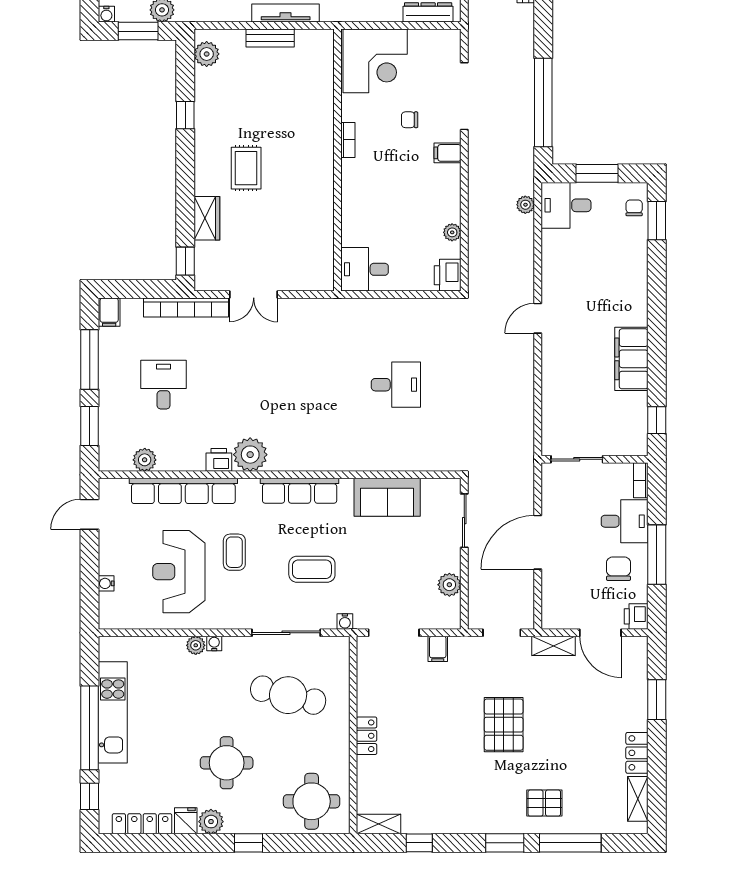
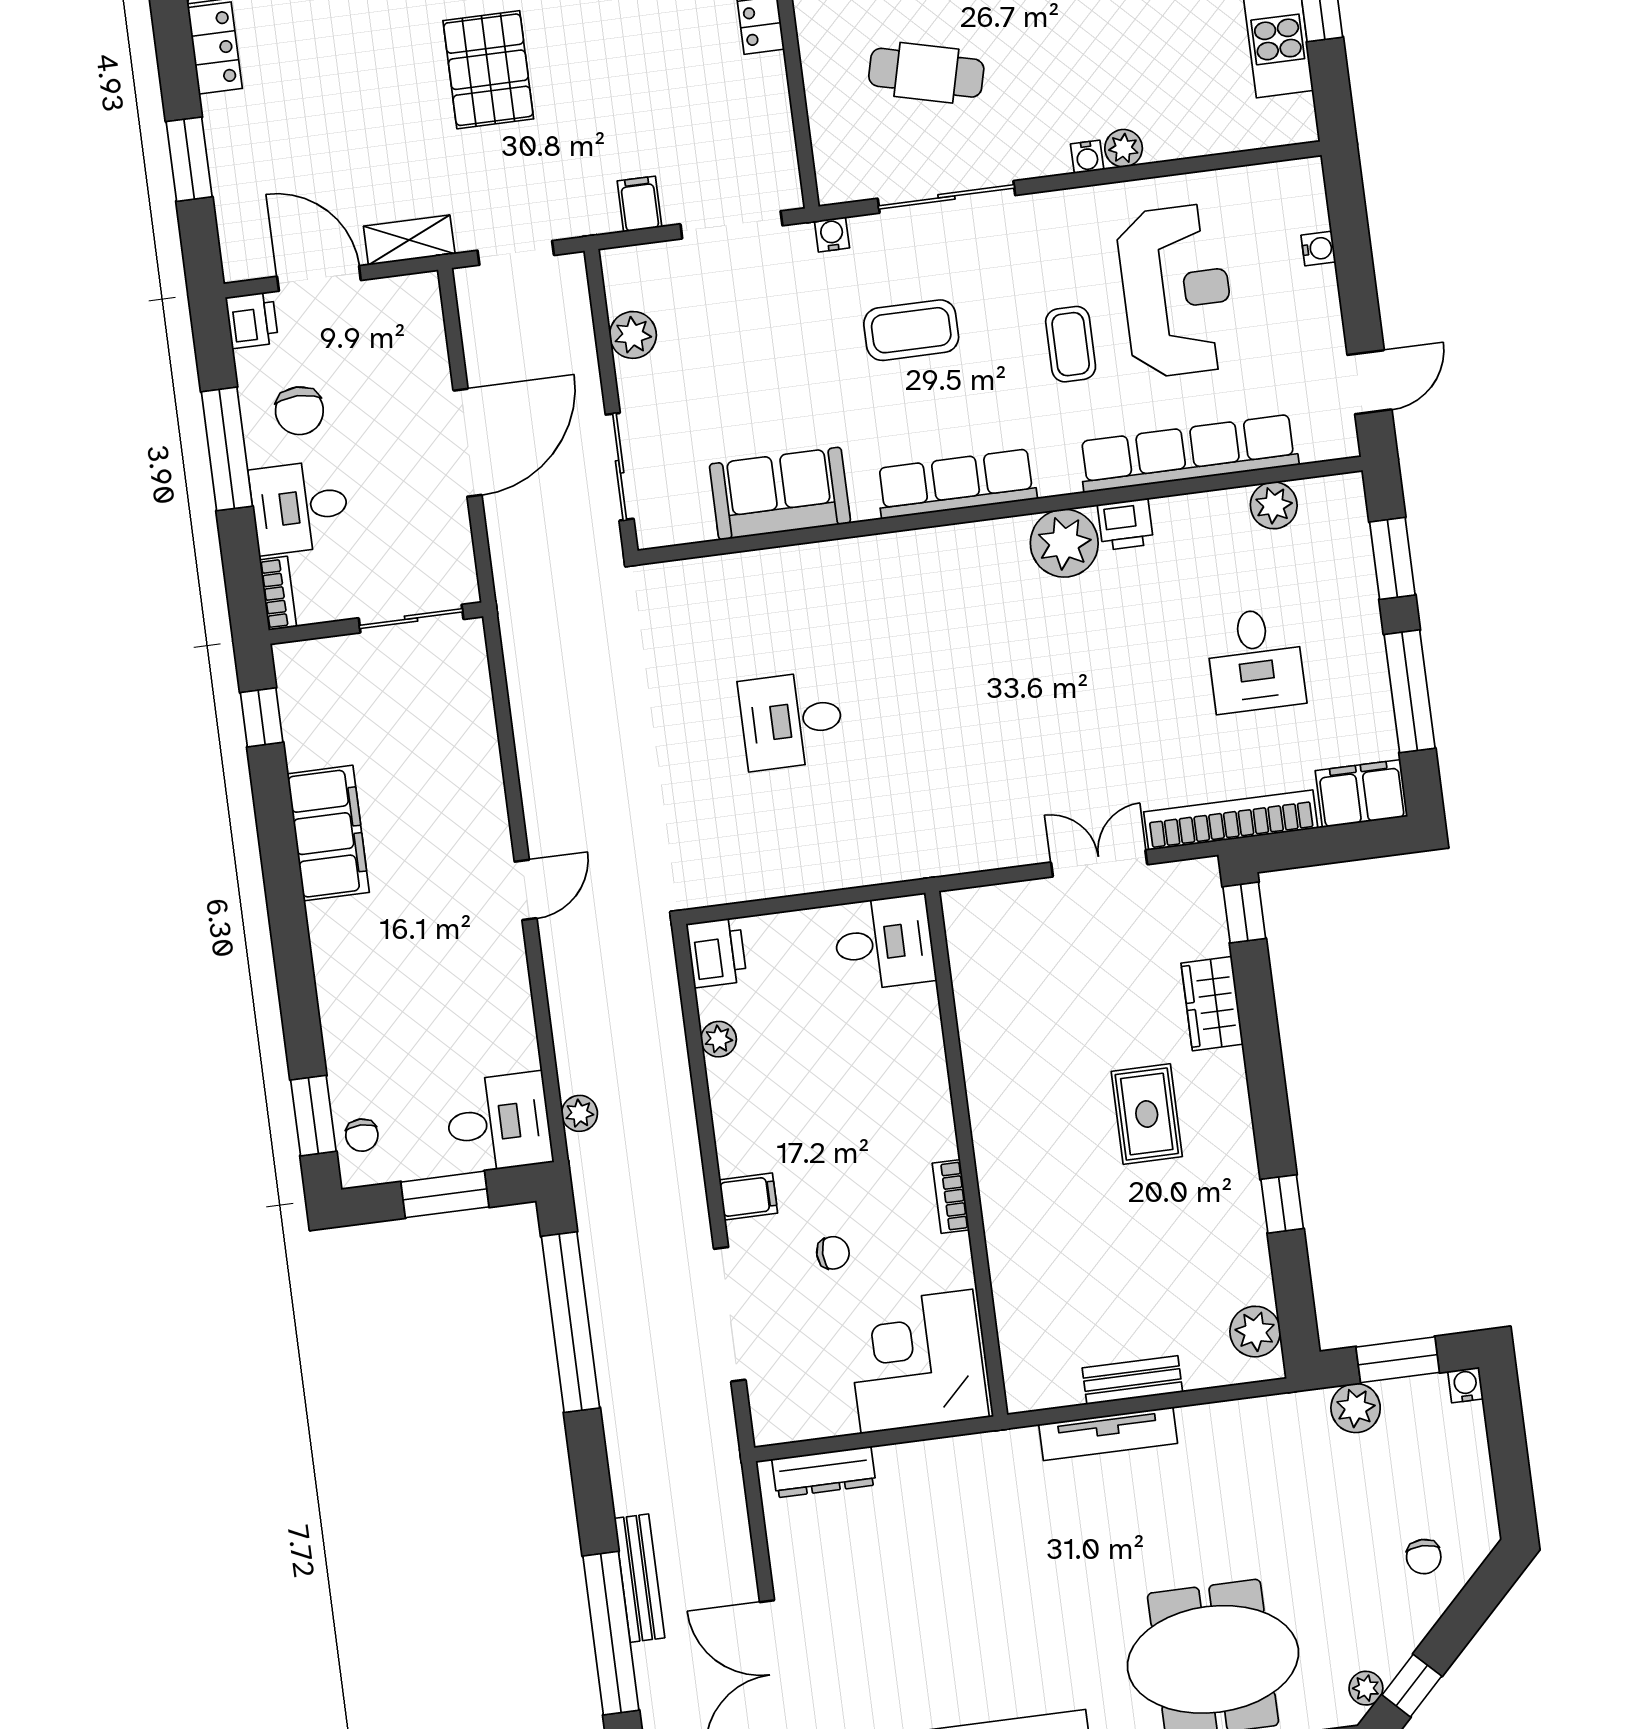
filing cabinet: (109, 312) -> (1361, 794), width x2.00
cafe table: (288, 695) -> (926, 73), width x0.73, depth x0.74

